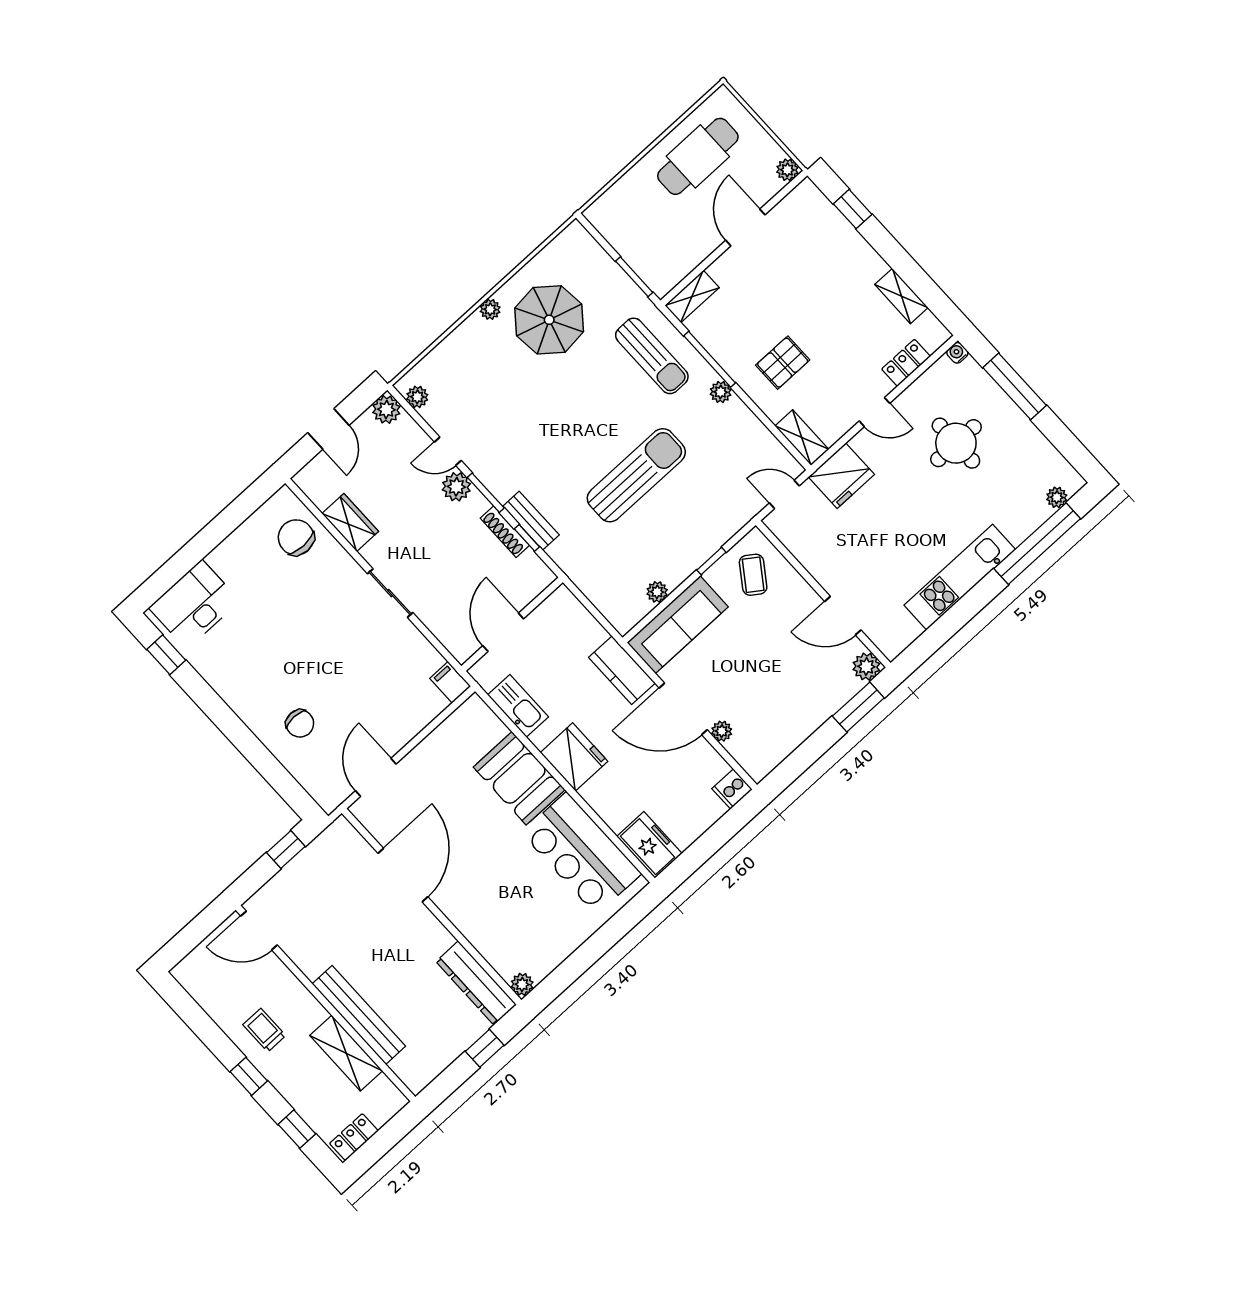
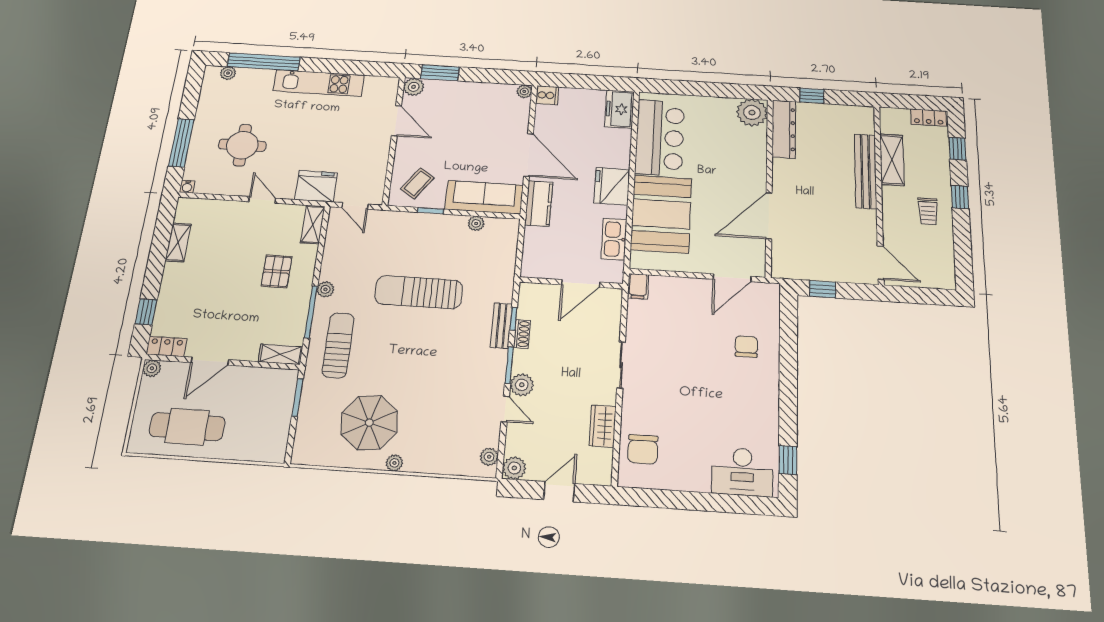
pallet: (783, 363) -> (277, 271), turned 90
locker: (906, 363) -> (166, 346), moved, turned 180
shoe rack: (505, 532) -> (522, 334), width x0.70
plant: (722, 731) -> (524, 91), moved
booth: (519, 778) -> (661, 214), width x1.36, depth x1.42
plant: (522, 984) -> (752, 113), width x1.88, depth x1.88

